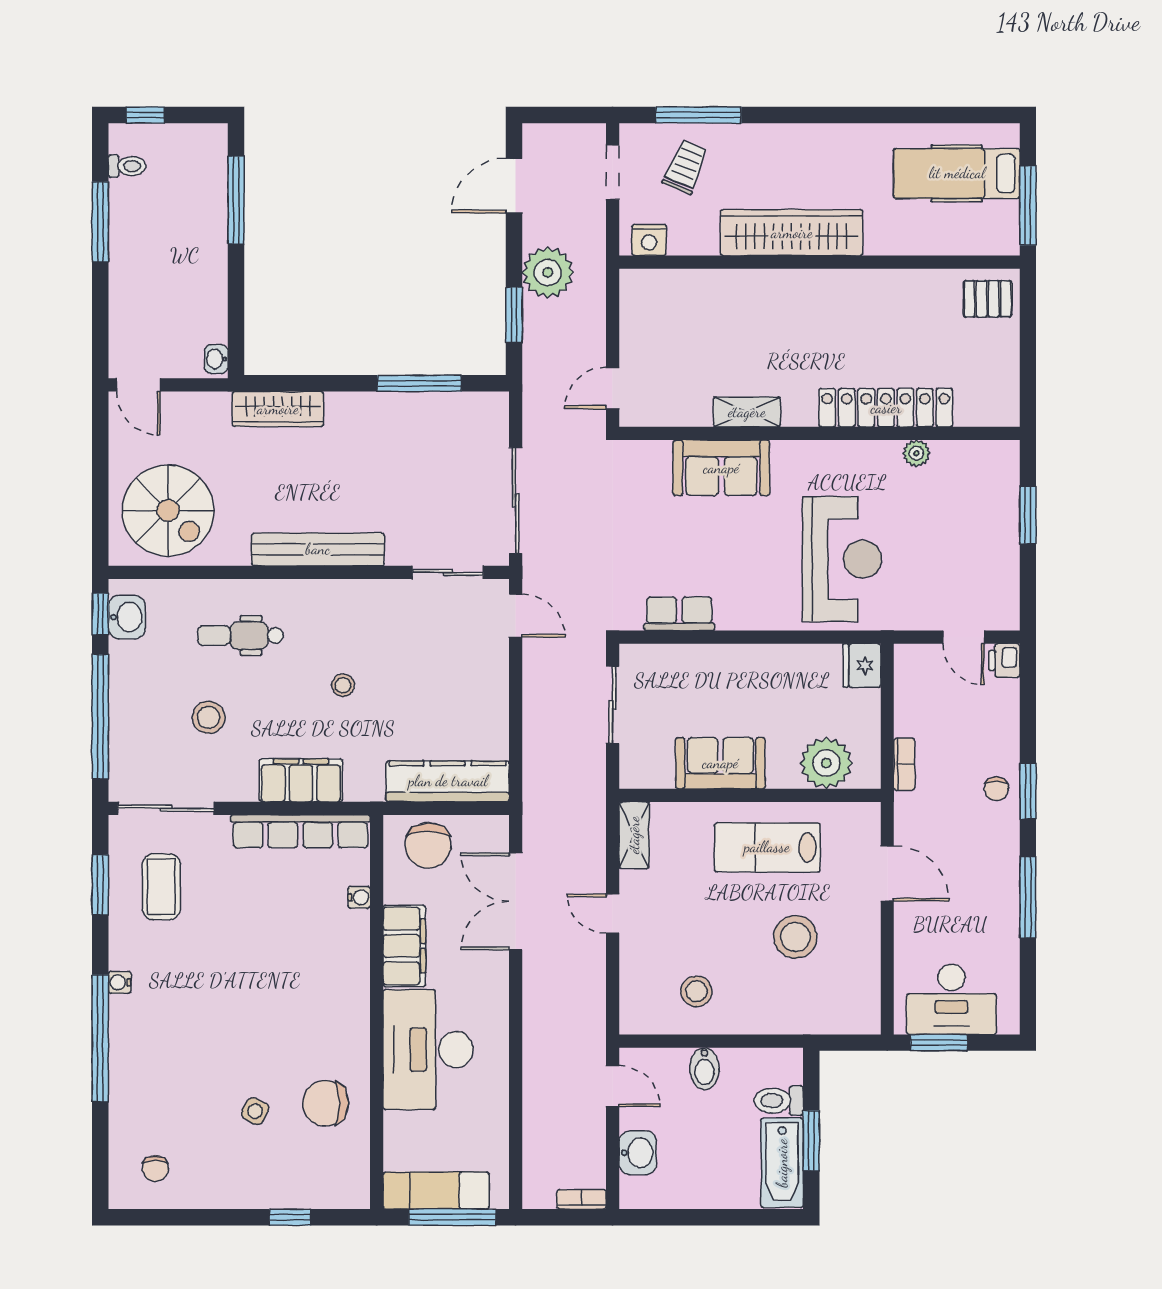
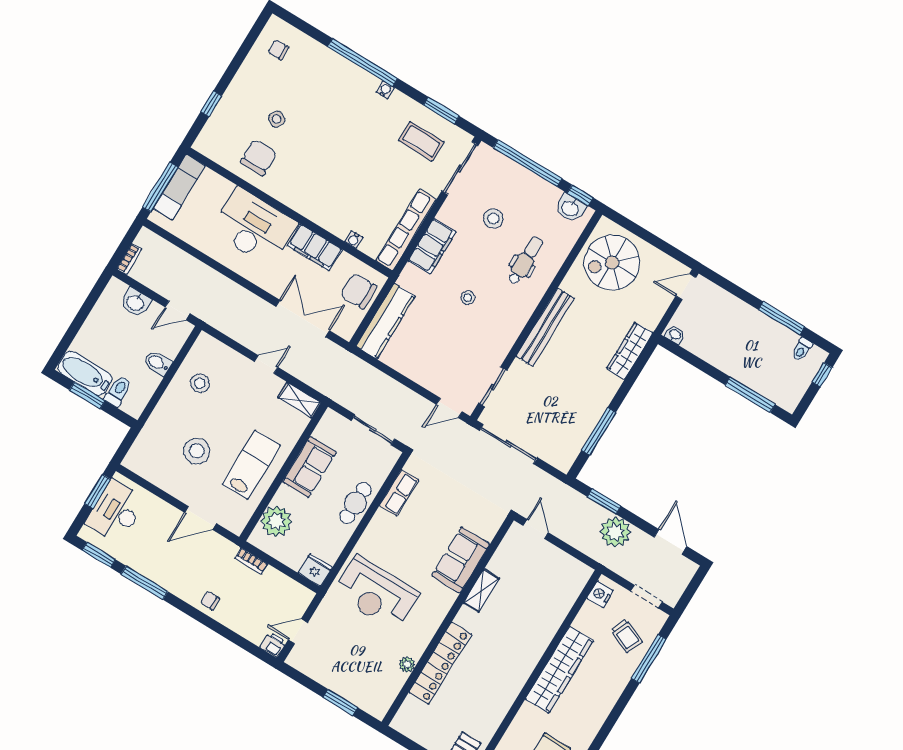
cafe table: (732, 666) -> (355, 503), added
window: (1028, 791) -> (99, 555), moved

